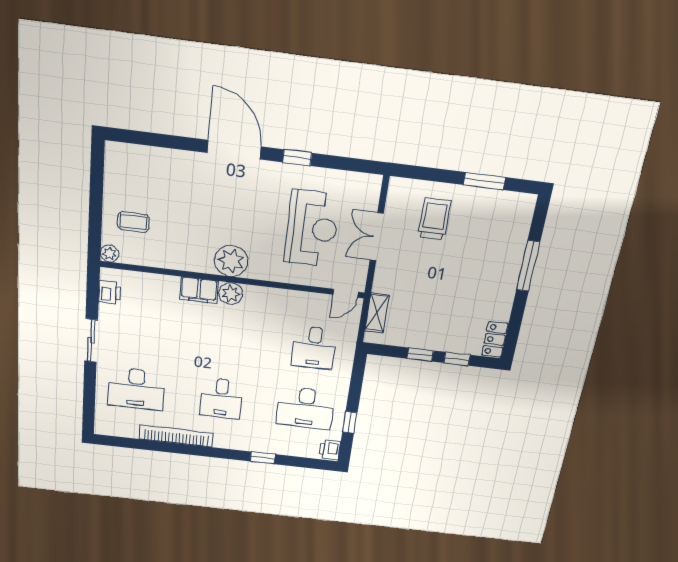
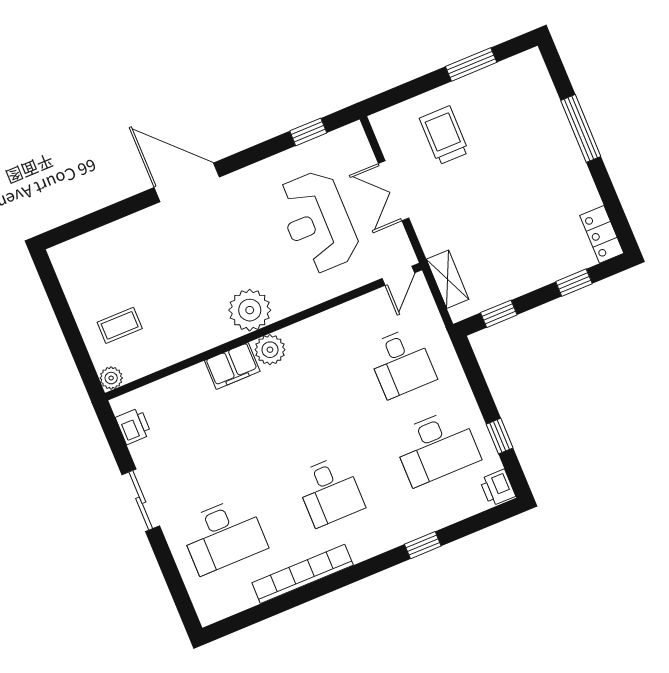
window: (297, 158) -> (308, 132), moved
reception desk: (312, 229) -> (318, 222), turned 180
window: (420, 355) -> (499, 314), moved

